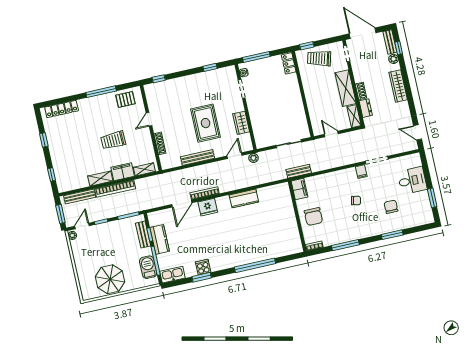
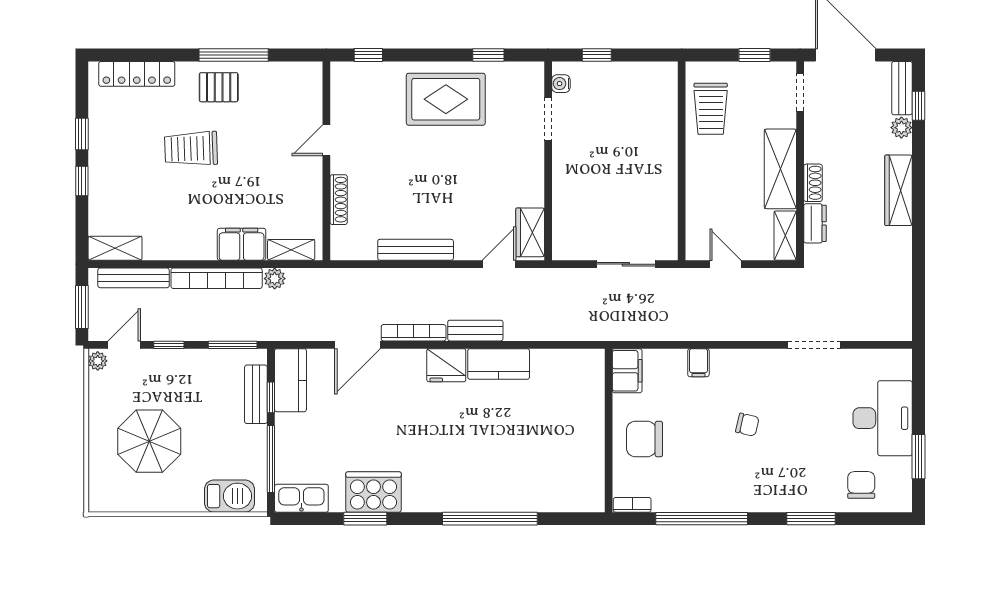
window: (307, 46) -> (755, 55), moved
window: (256, 57) -> (597, 55), width x0.46
trolley: (319, 58) -> (711, 109), moved, turned -105
locker: (289, 63) -> (666, 85), removed
pallet: (125, 99) -> (219, 87), moved
rug: (206, 123) -> (446, 99), moved, turned 90
wardrobe: (241, 123) -> (530, 232), moved
door: (418, 132) -> (919, 303), removed
trolley: (113, 140) -> (191, 149), moved
plant: (253, 158) -> (275, 279), moved
bench: (299, 171) -> (475, 331), moved
filing cabinet: (361, 172) -> (698, 363), moved
window: (52, 175) -> (82, 181), moved
shelving: (100, 179) -> (115, 248), moved
desk: (412, 181) -> (883, 418), width x1.37
fridge: (208, 207) -> (446, 365), moved
chair: (391, 207) -> (861, 485), moved
chair: (313, 217) -> (645, 439), turned 90
kitchen counter: (160, 239) -> (291, 380), moved
window: (345, 245) -> (702, 519), width x1.46
barbecue: (148, 267) -> (230, 496), moved, turned 90
cooker: (203, 267) -> (374, 492), width x1.87, depth x1.31
parasol: (110, 279) -> (149, 441), moved

